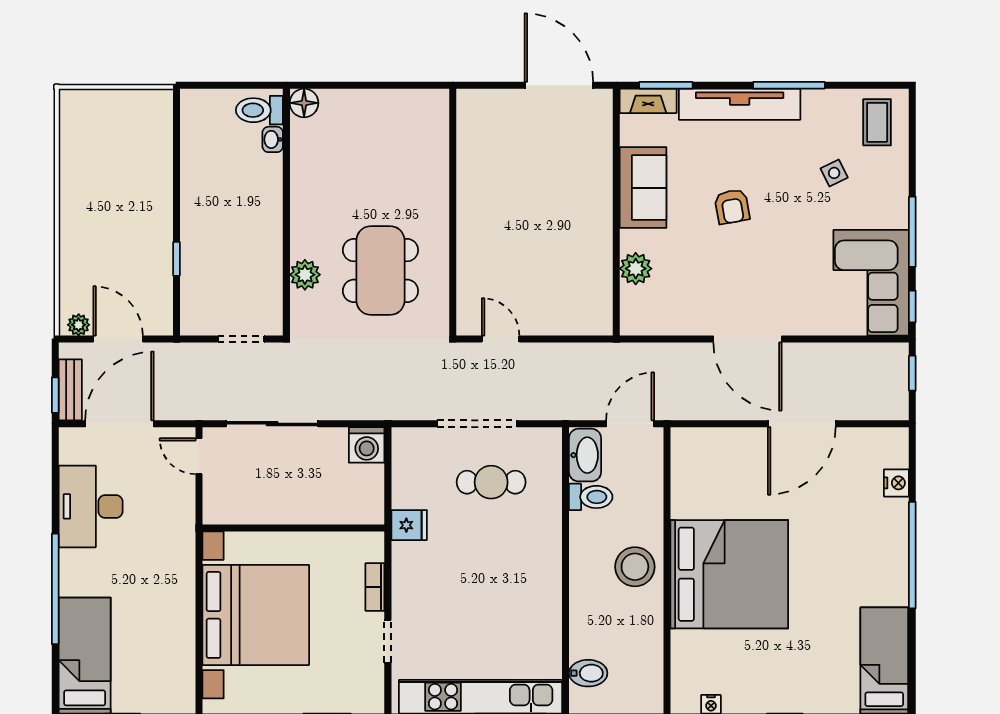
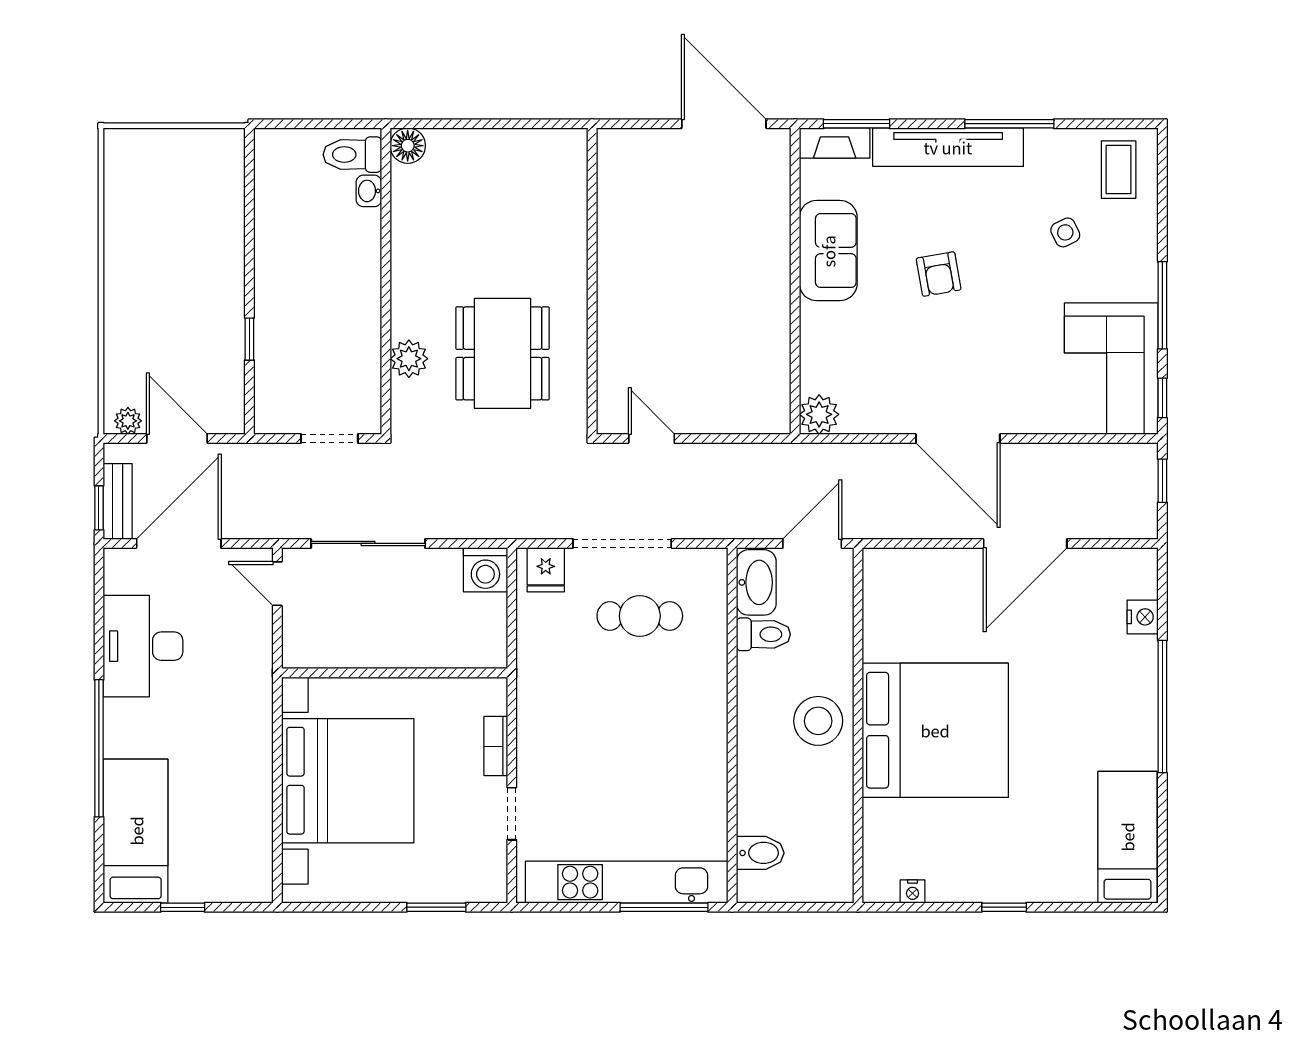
plant: (636, 269) -> (819, 414), moved
fridge: (409, 525) -> (546, 570), moved, turned 90

